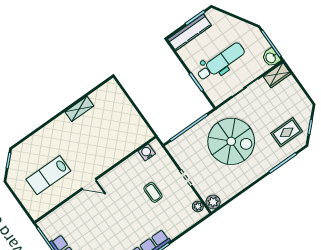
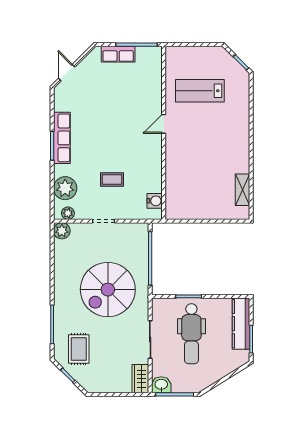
shelving: (79, 109) -> (242, 190), moved
lab bench: (48, 175) -> (200, 91), turned -90
plant: (182, 221) -> (65, 188), added

